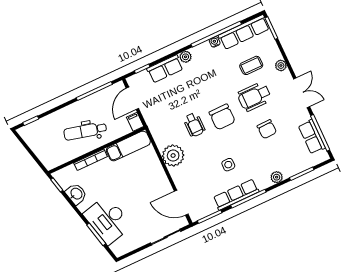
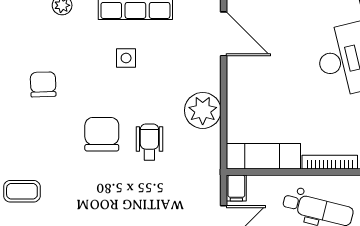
wheelchair: (254, 97) -> (39, 142), removed

